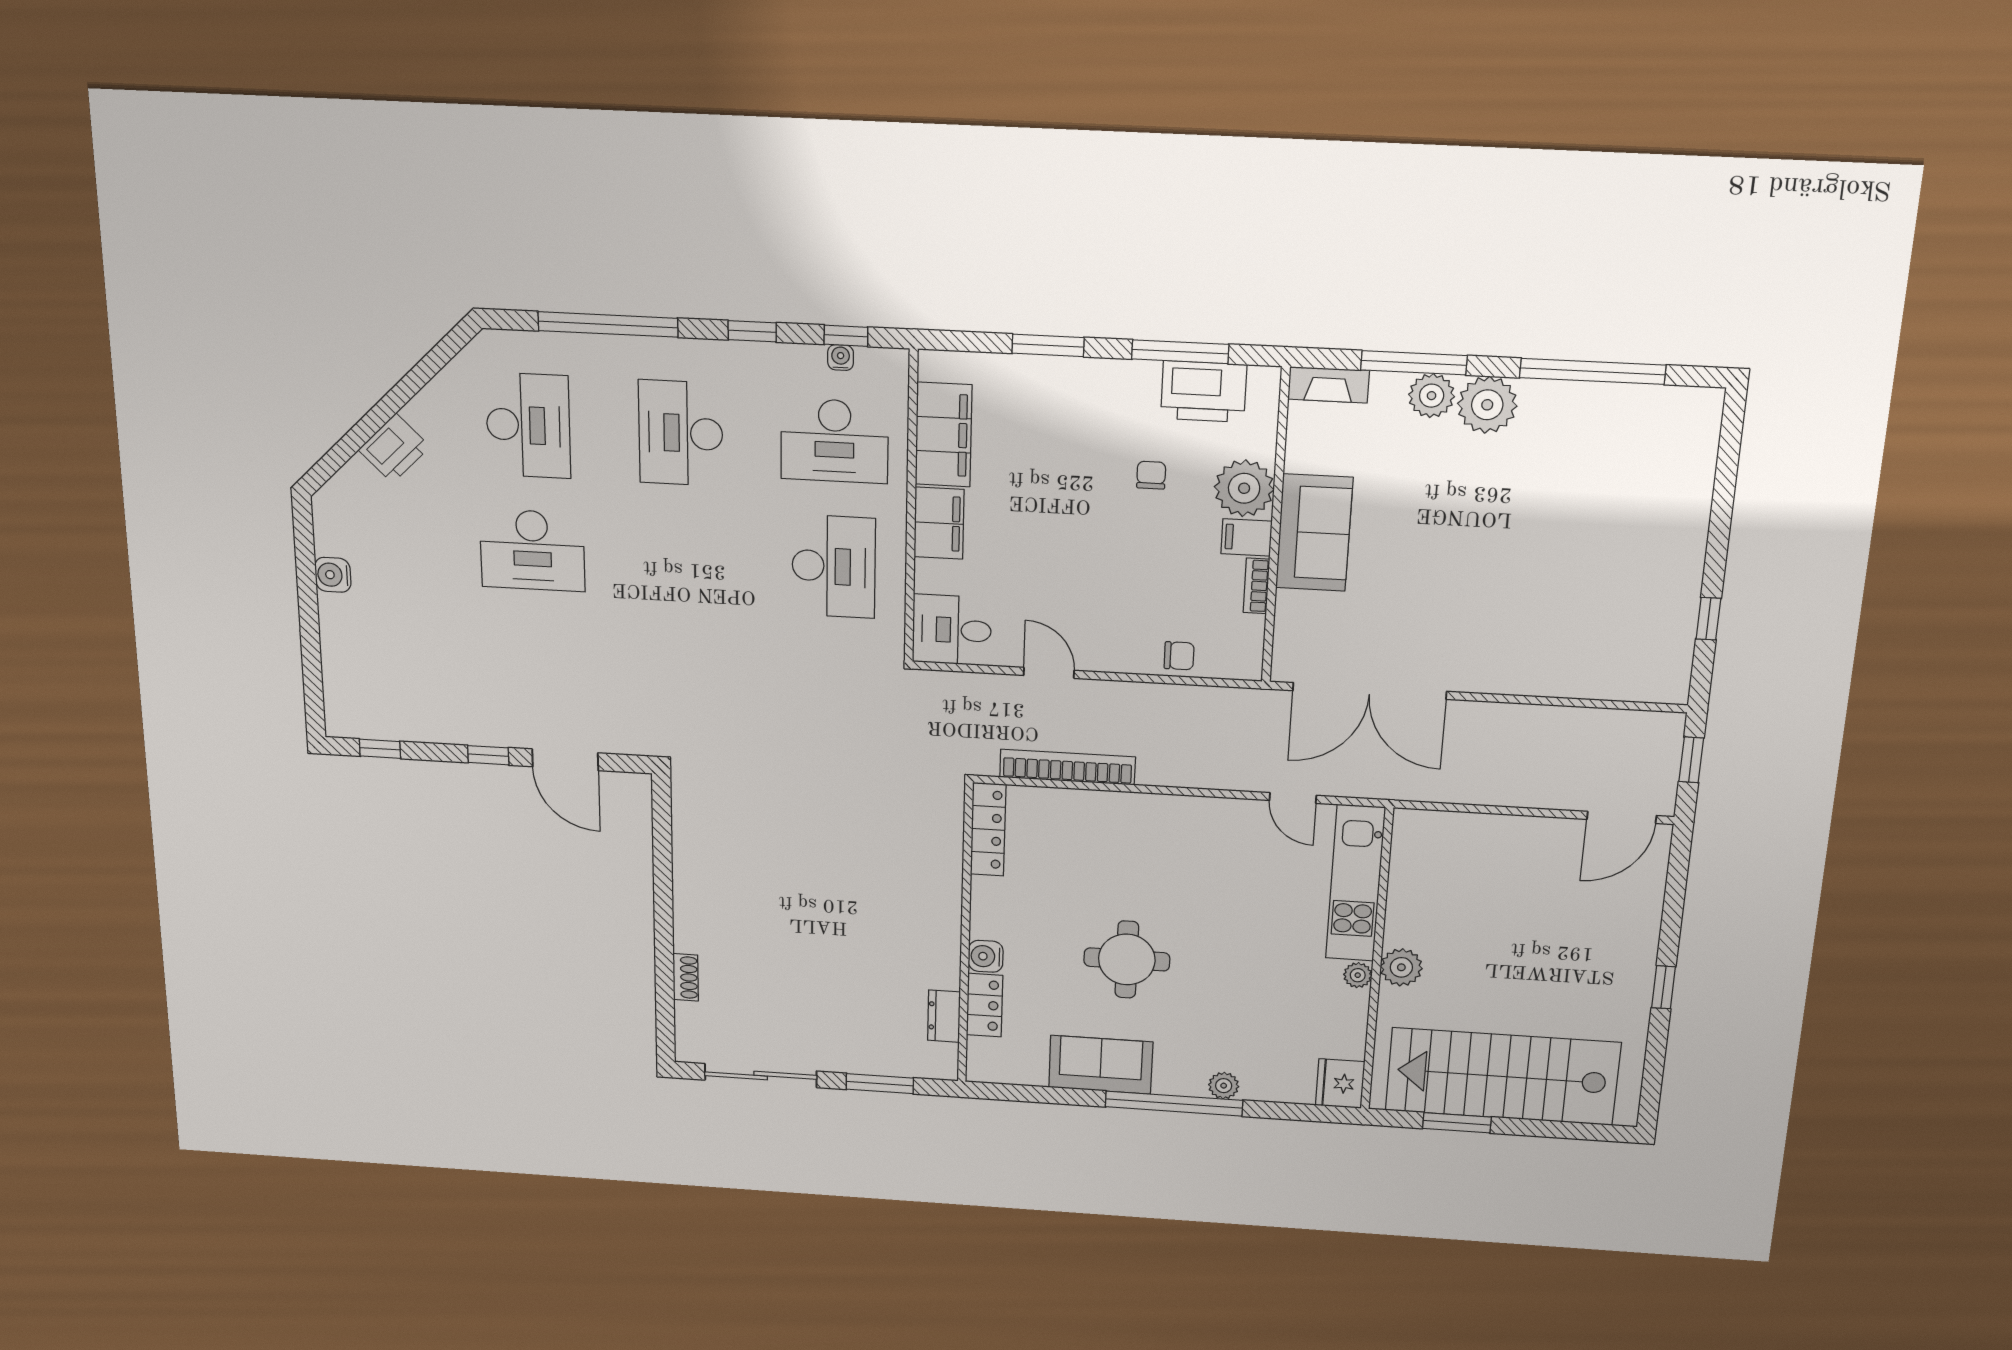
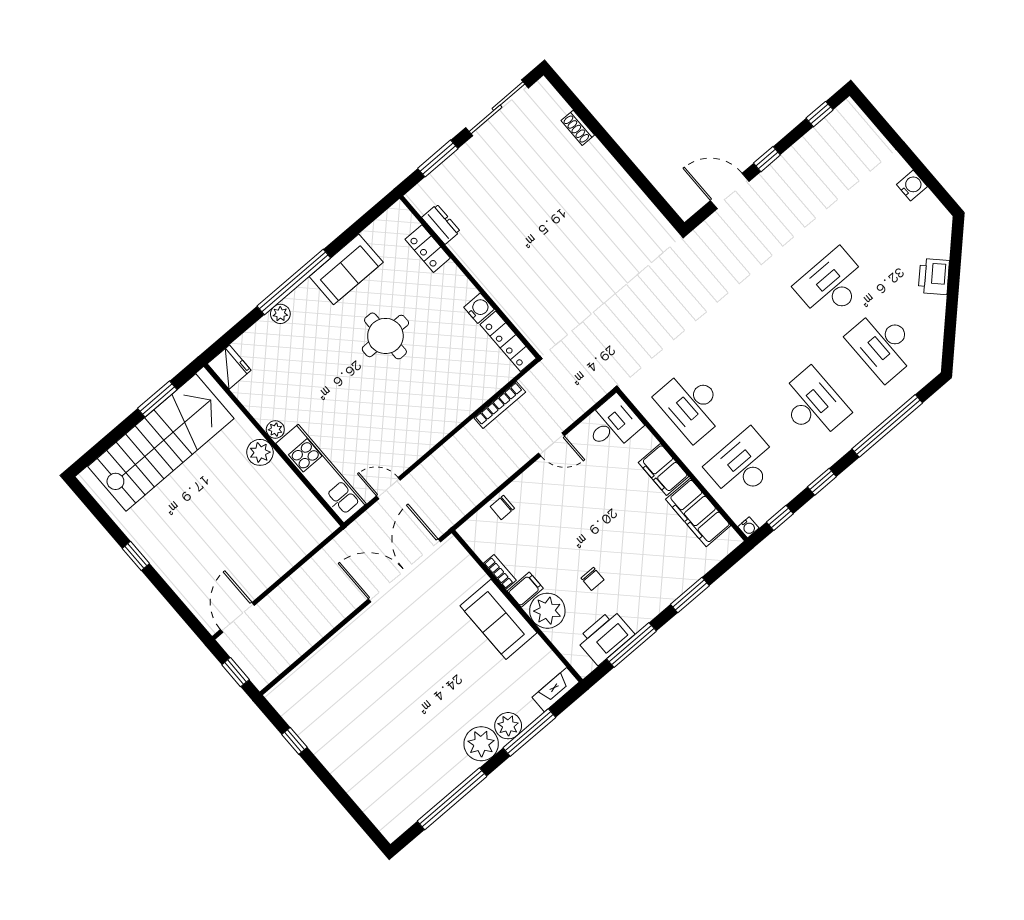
water cooler: (841, 358) -> (748, 527), moved
bookcase: (1067, 767) -> (500, 405), width x0.68, depth x0.76
water cooler: (986, 956) -> (479, 308), moved

